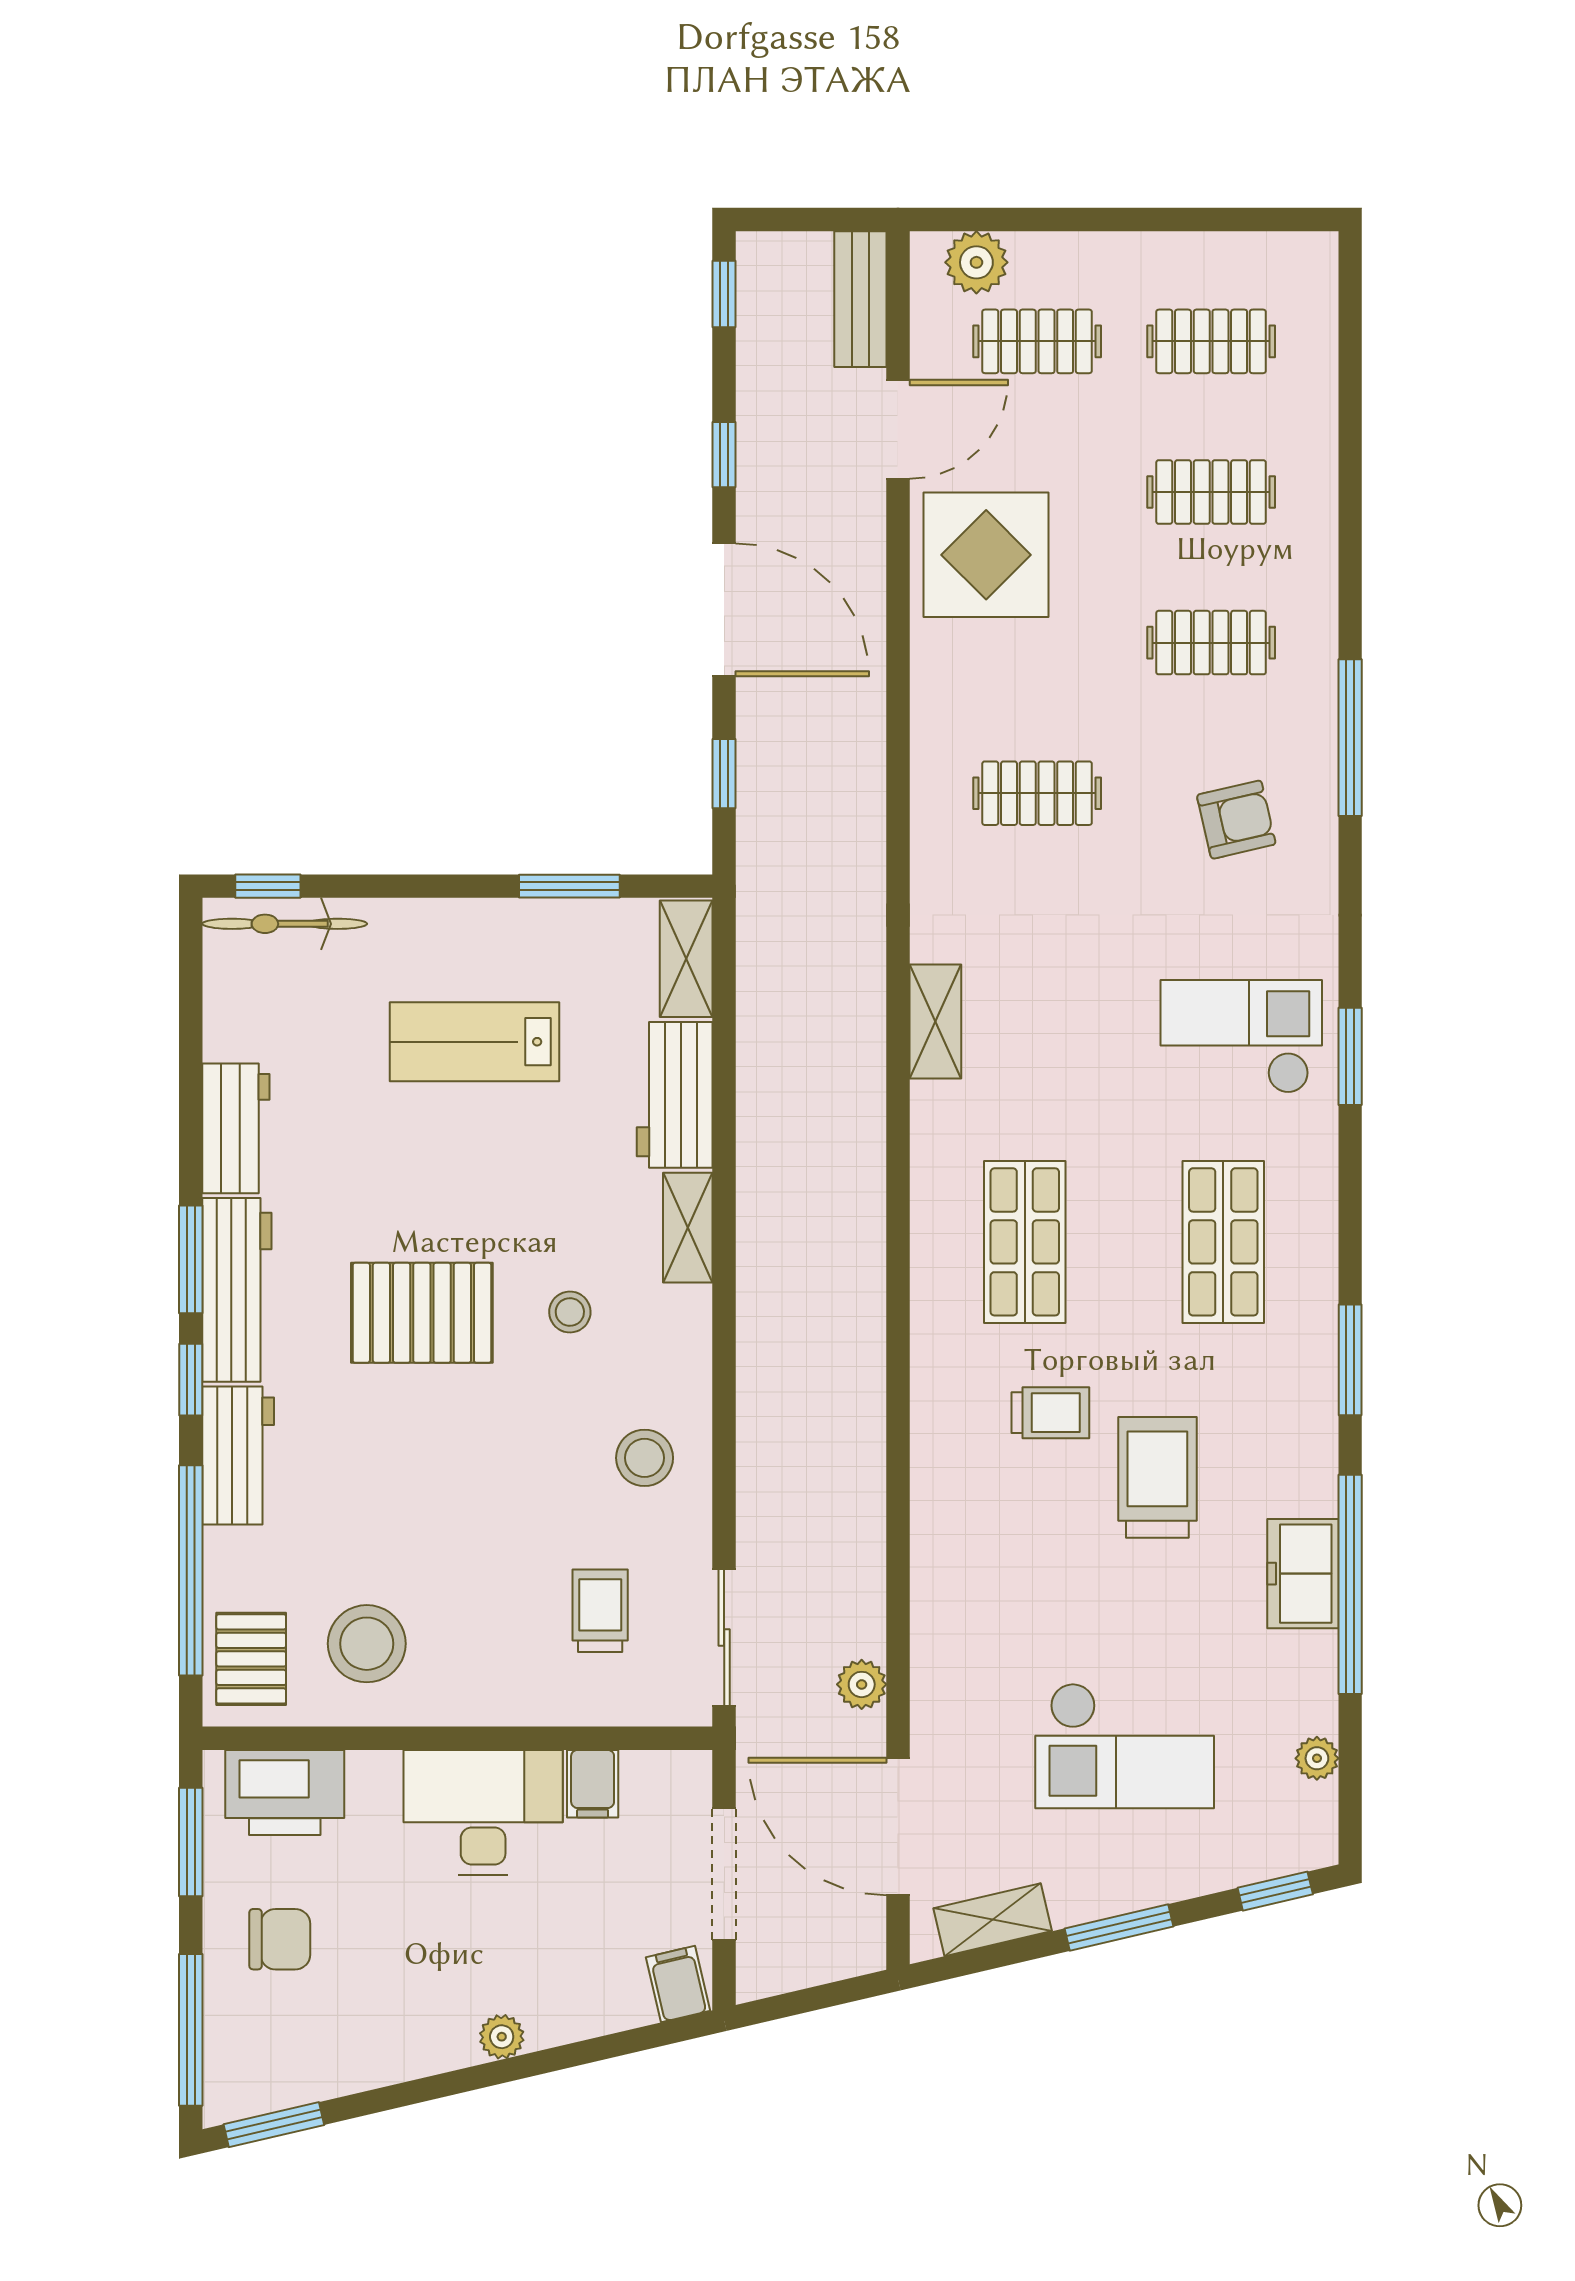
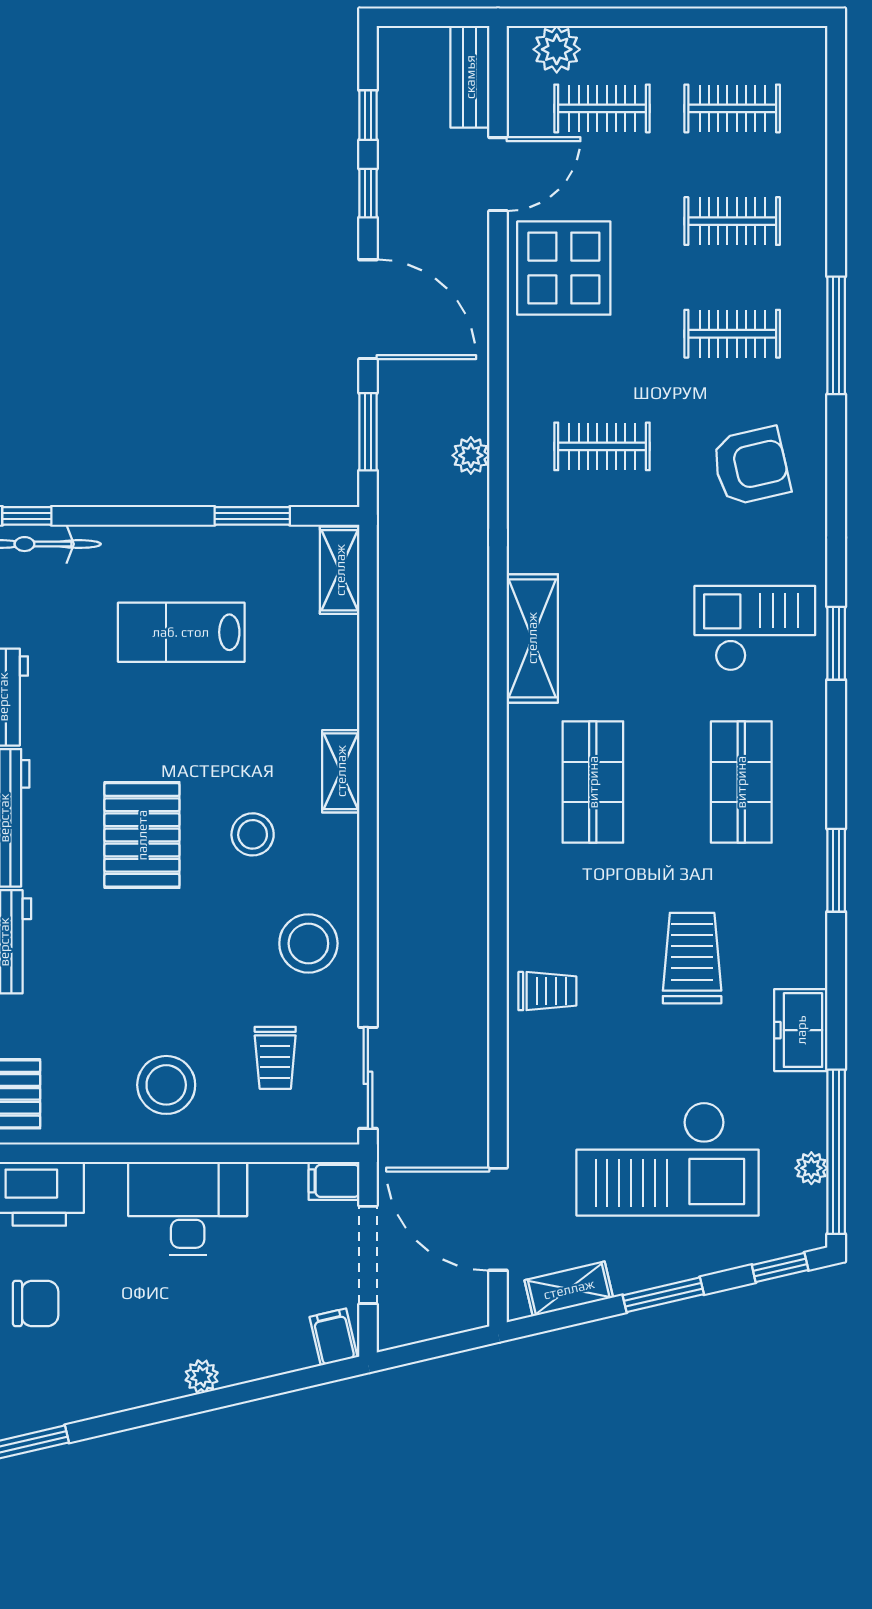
window: (724, 294) -> (368, 115), moved
window: (1350, 738) -> (836, 335), moved
window: (724, 774) -> (368, 432), width x1.50
armchair: (1236, 820) -> (751, 466), width x1.38, depth x1.38
shelving: (935, 1021) -> (532, 638), width x1.50, depth x1.33
workbench: (675, 1095) -> (331, 672), removed
stool: (570, 1312) -> (253, 834), width x1.37, depth x1.37
pallet: (422, 1313) -> (142, 835), turned 90
trolley: (1050, 1413) -> (547, 991), moved
stool: (645, 1458) -> (308, 943), width x1.38, depth x1.38
window: (1350, 1584) -> (836, 1152), moved
trolley: (600, 1611) -> (275, 1058), turned 180
stool: (367, 1644) -> (166, 1085), moved
plant: (862, 1684) -> (471, 455), moved
checkout: (1125, 1746) -> (668, 1159), width x1.36, depth x1.21
filing cabinet: (593, 1784) -> (334, 1181), moved, turned 90

